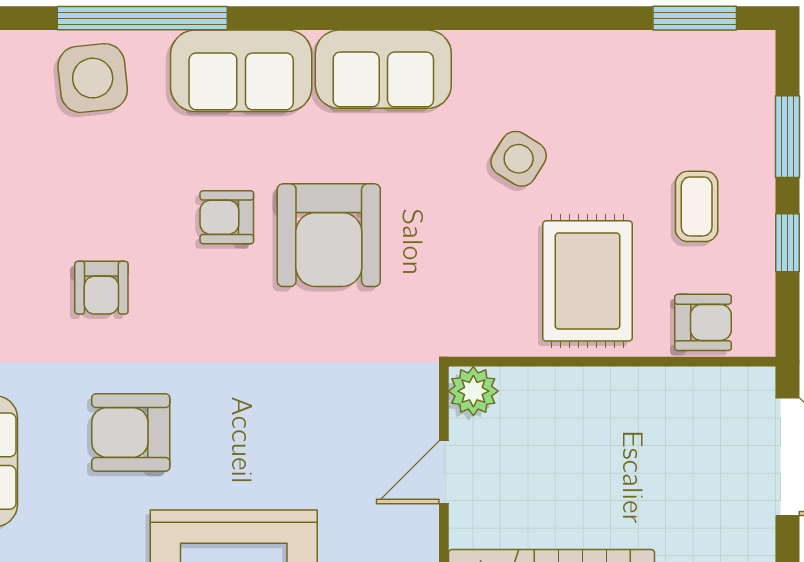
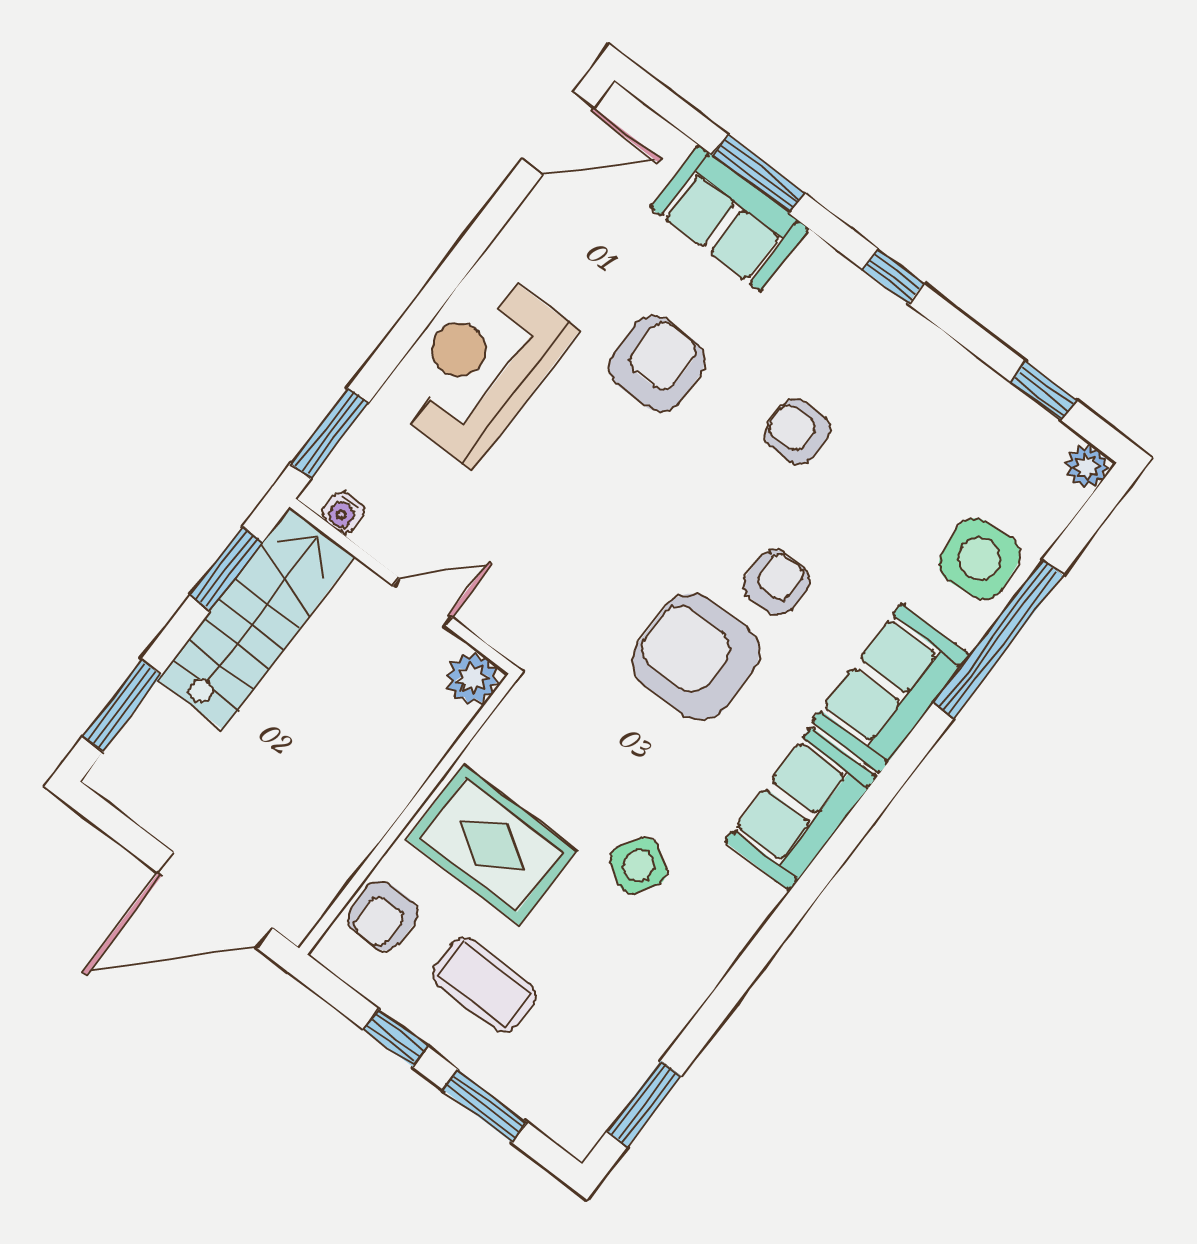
coffee table: (697, 206) -> (484, 985), width x1.36, depth x1.30
door: (444, 472) -> (423, 602), hinge flipped

